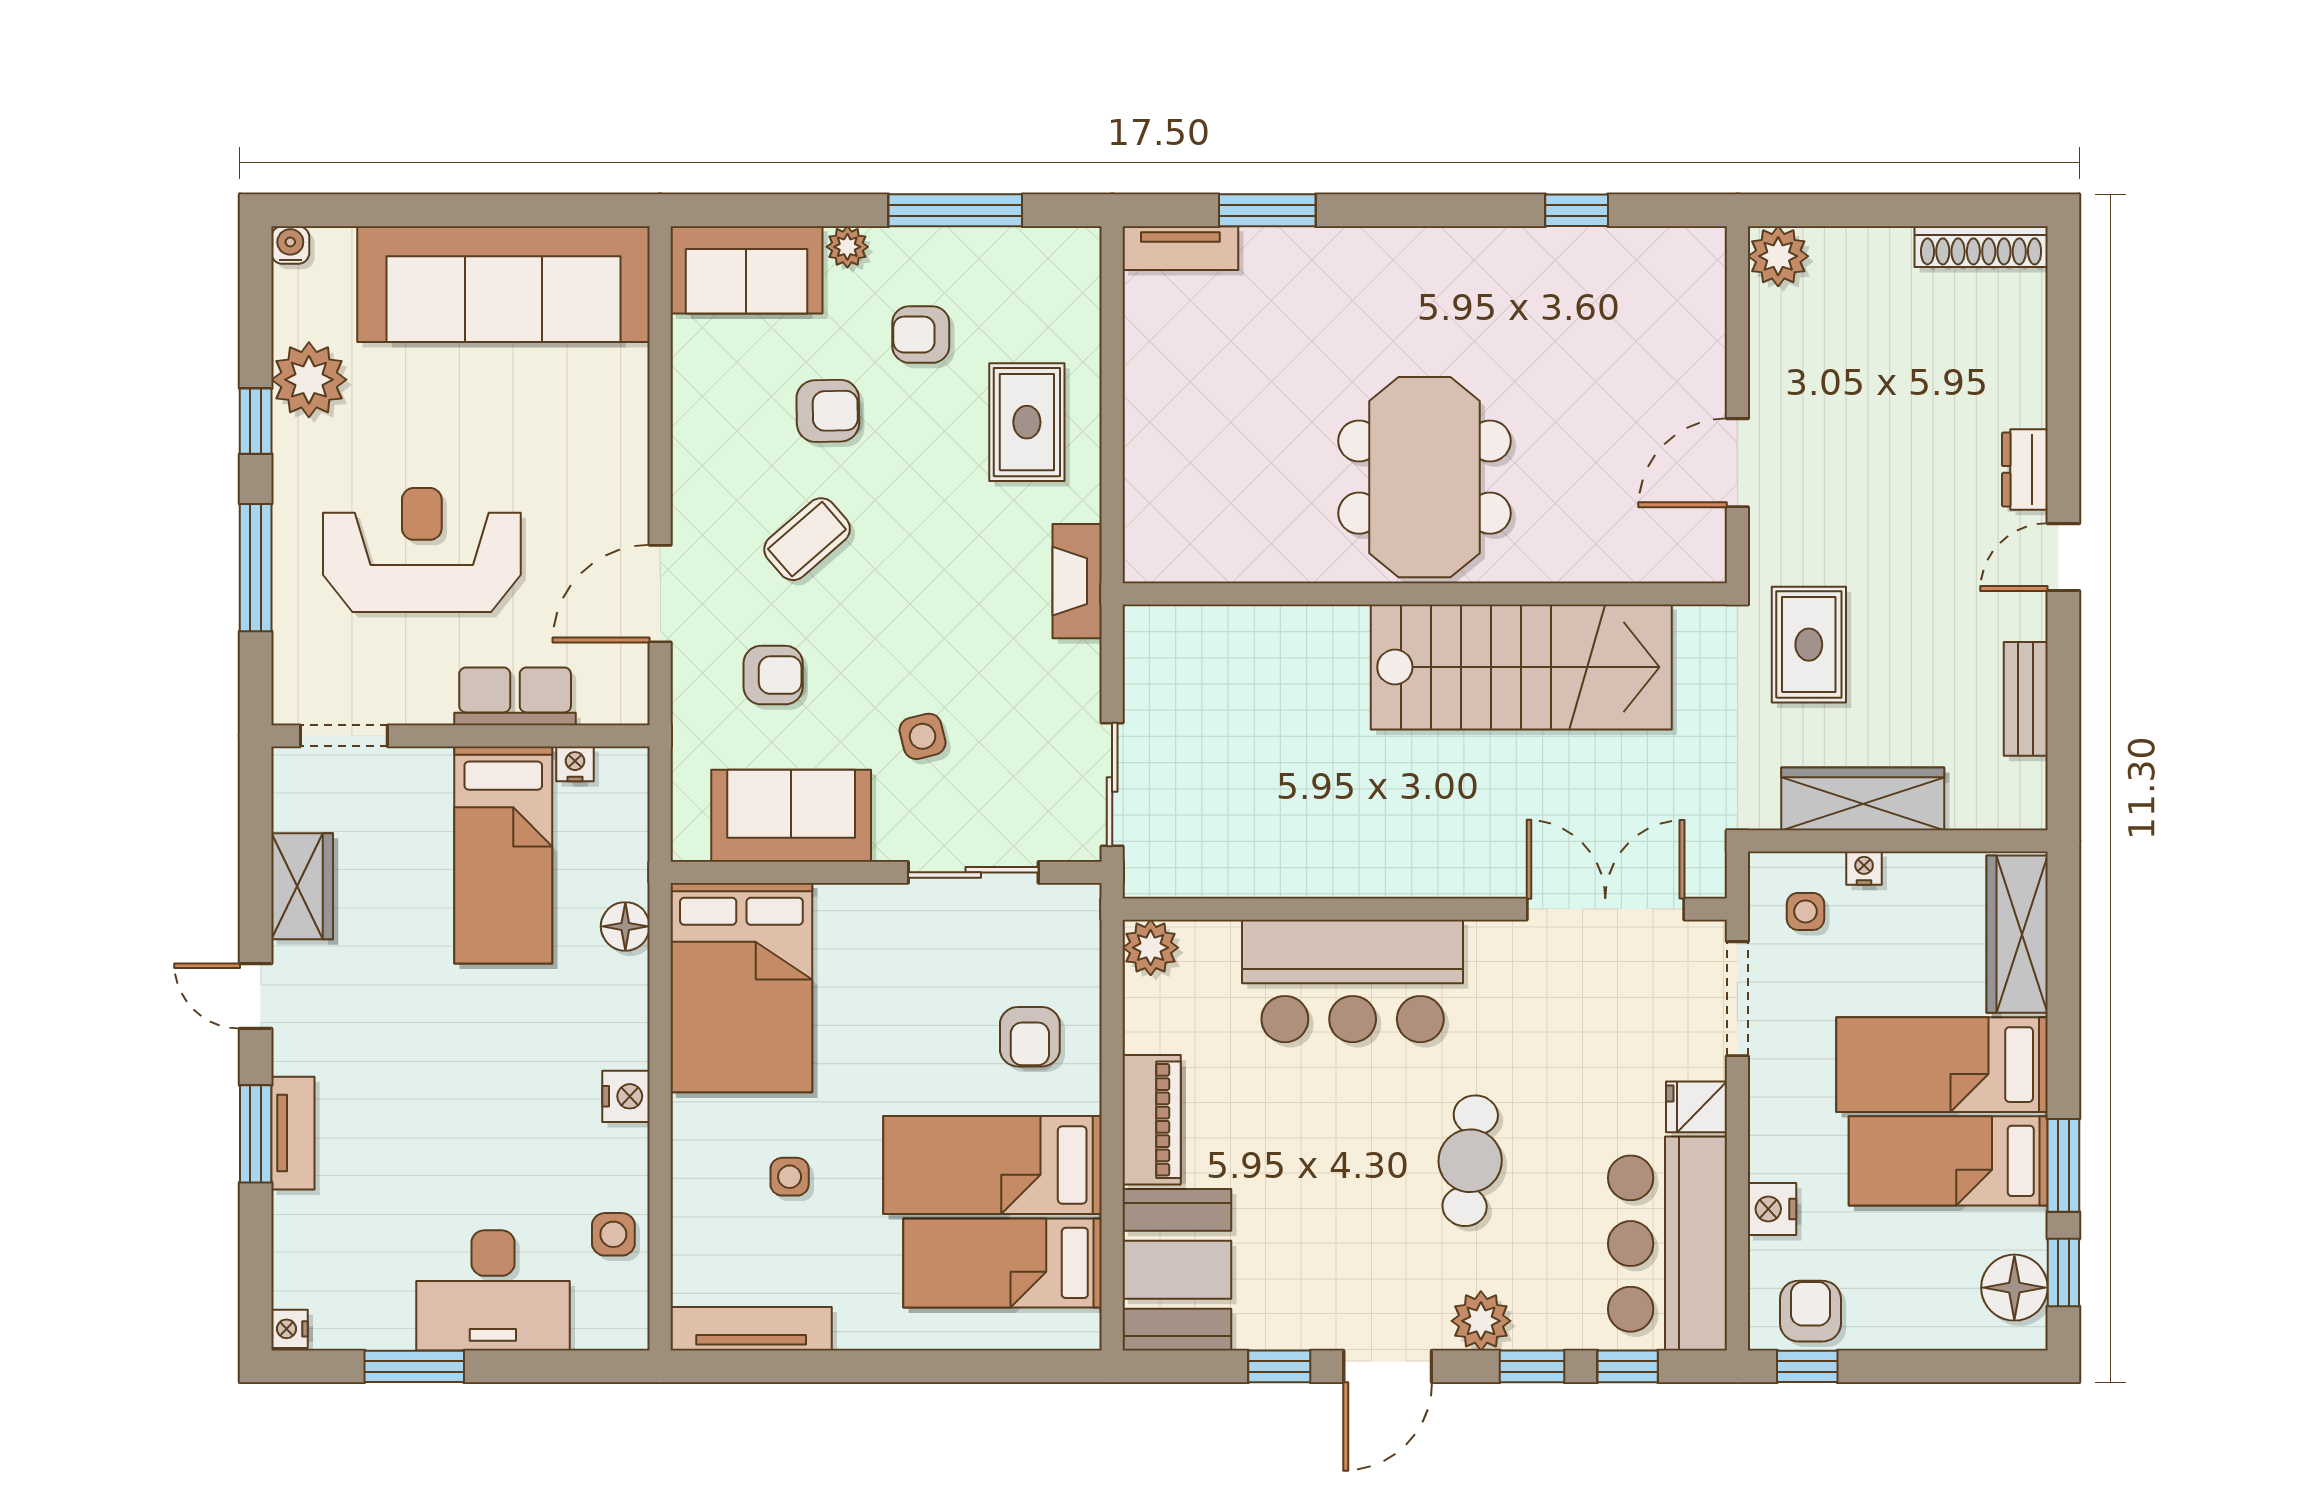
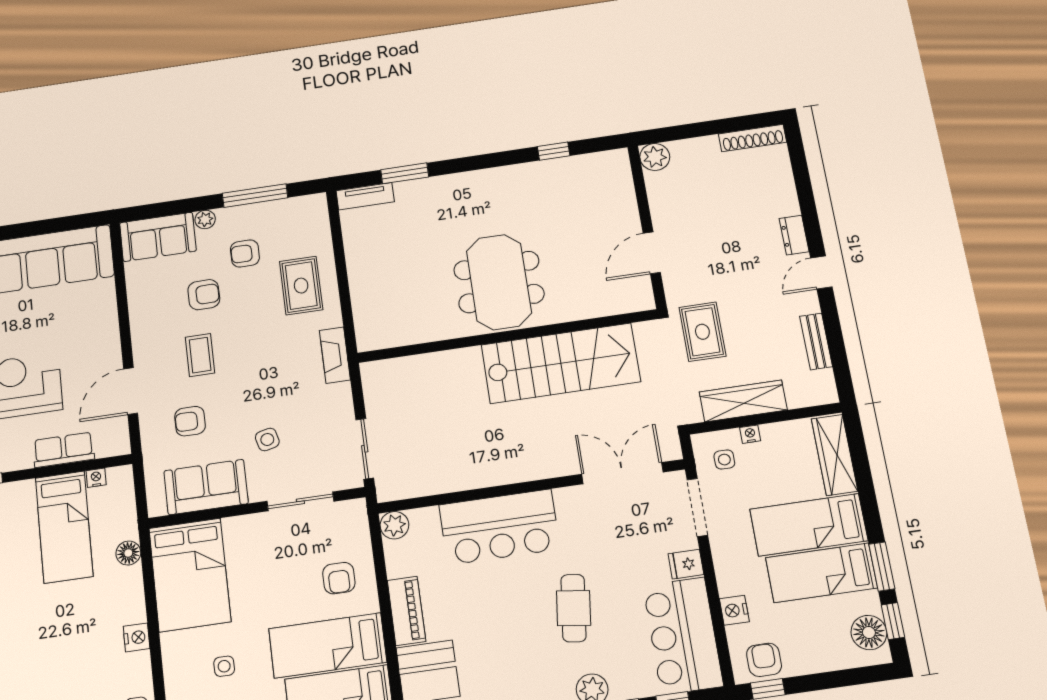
coffee table: (807, 539) -> (200, 355), turned -49
armchair: (773, 675) -> (190, 421), turned 180

